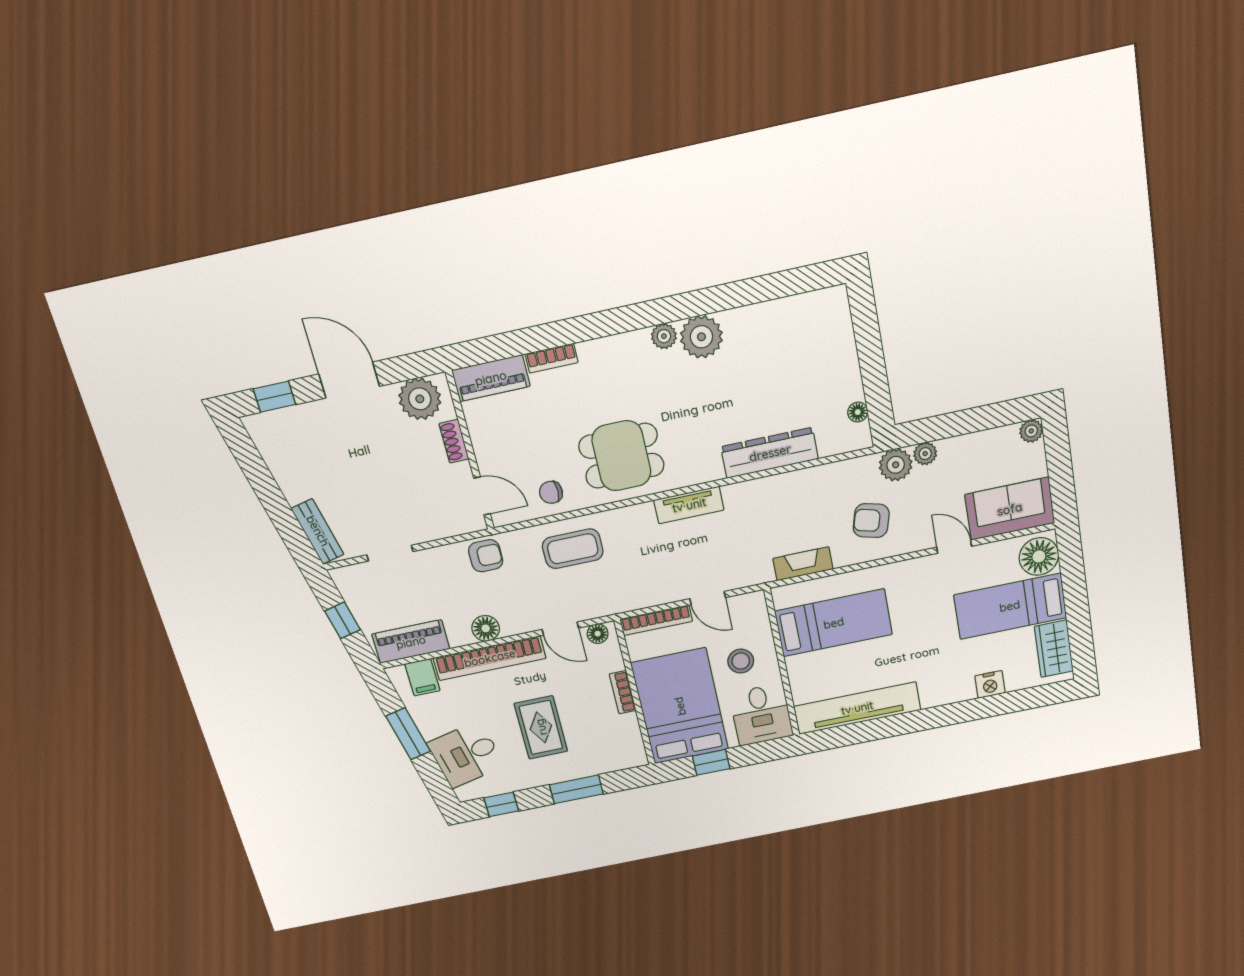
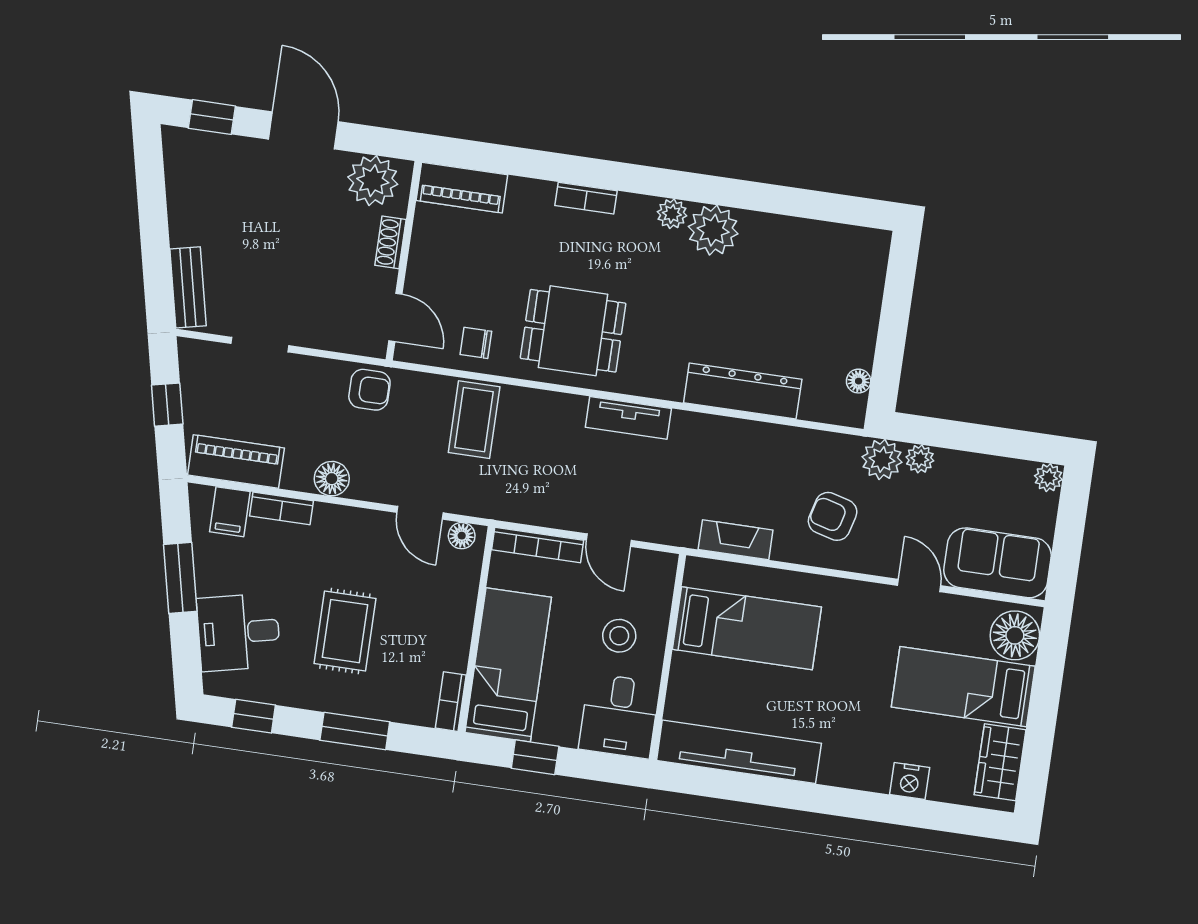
bookcase: (551, 358) -> (586, 198), moved
coffee table: (573, 549) -> (474, 420), turned 90
bookcase: (490, 658) -> (281, 508), width x0.43, depth x0.76
bookcase: (623, 692) -> (451, 702), moved
bed: (680, 706) -> (508, 665), width x0.67

